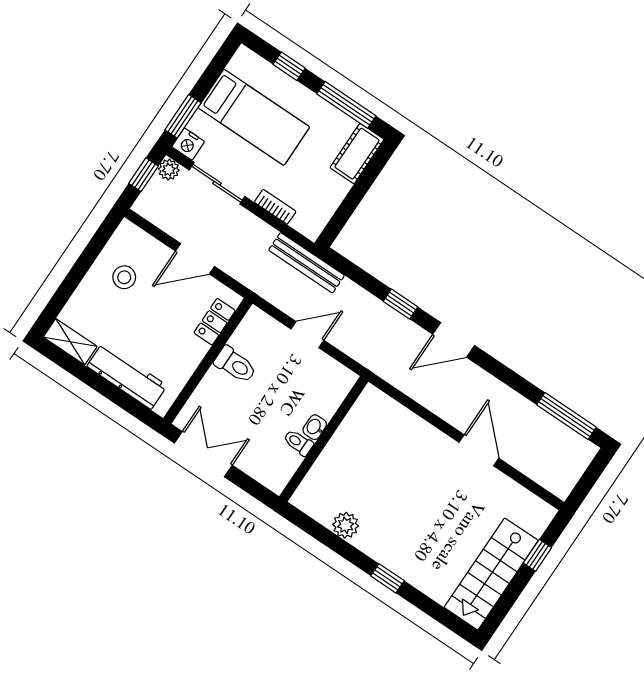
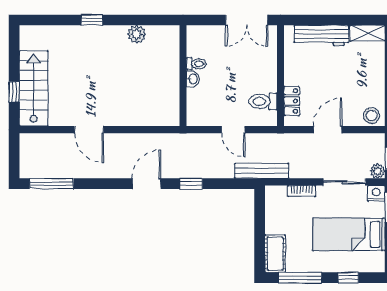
stool: (124, 277) -> (372, 116), moved
door: (307, 335) -> (233, 130), hinge flipped
toilet: (235, 365) -> (263, 101), moved
stairs: (491, 574) -> (34, 88), moved

